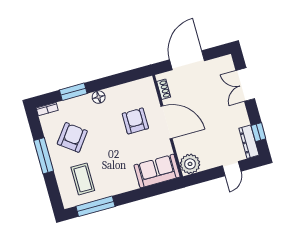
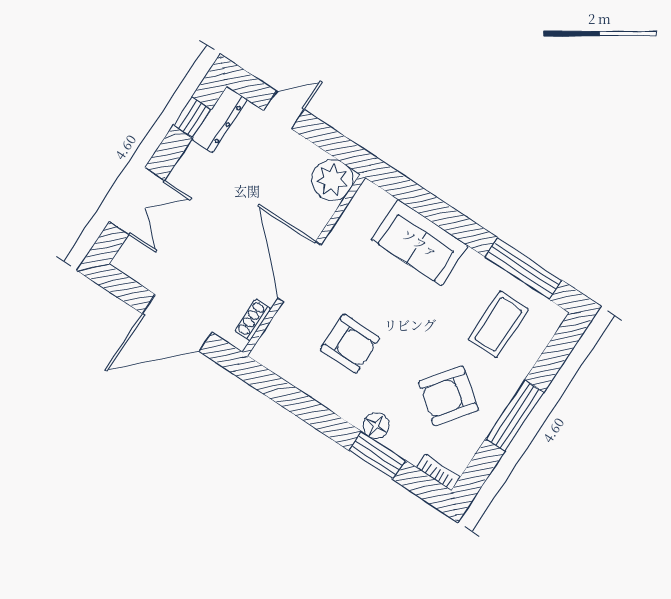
floor lamp: (99, 97) -> (376, 426), moved
armchair: (135, 121) -> (350, 344), moved, turned -90
sofa: (157, 171) -> (420, 243), moved

